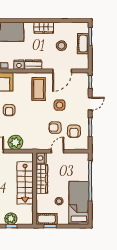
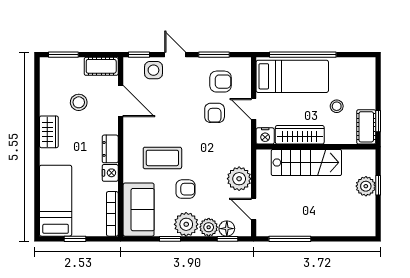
cot: (83, 44) -> (101, 66), moved
coffee table: (39, 89) -> (162, 158), moved
side table: (60, 105) -> (153, 70), moved
bed: (79, 203) -> (292, 76), moved, turned 180

